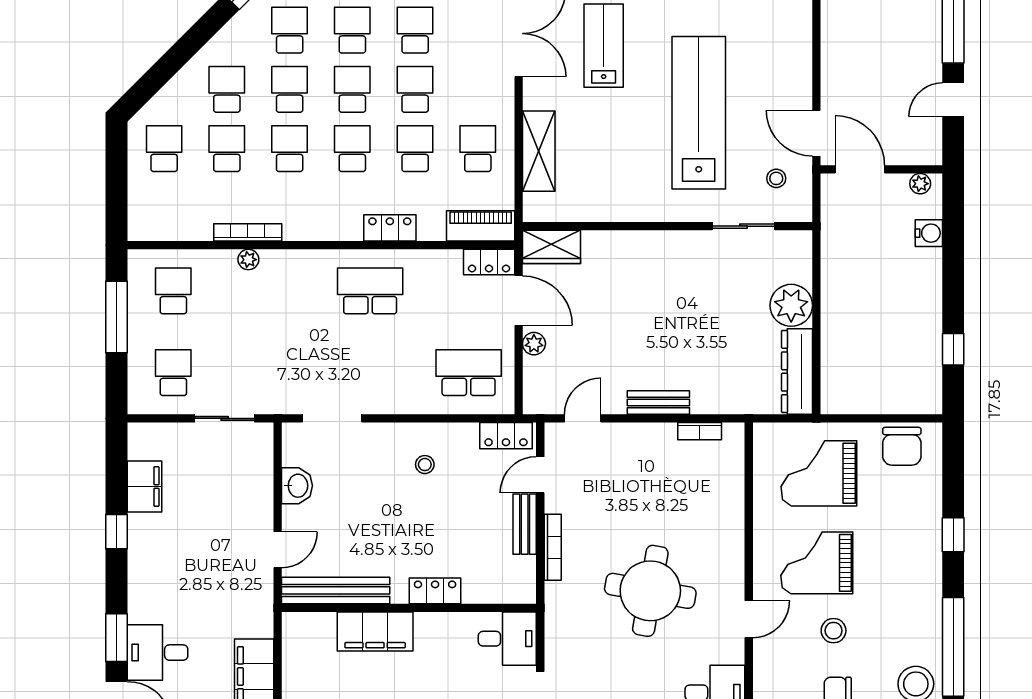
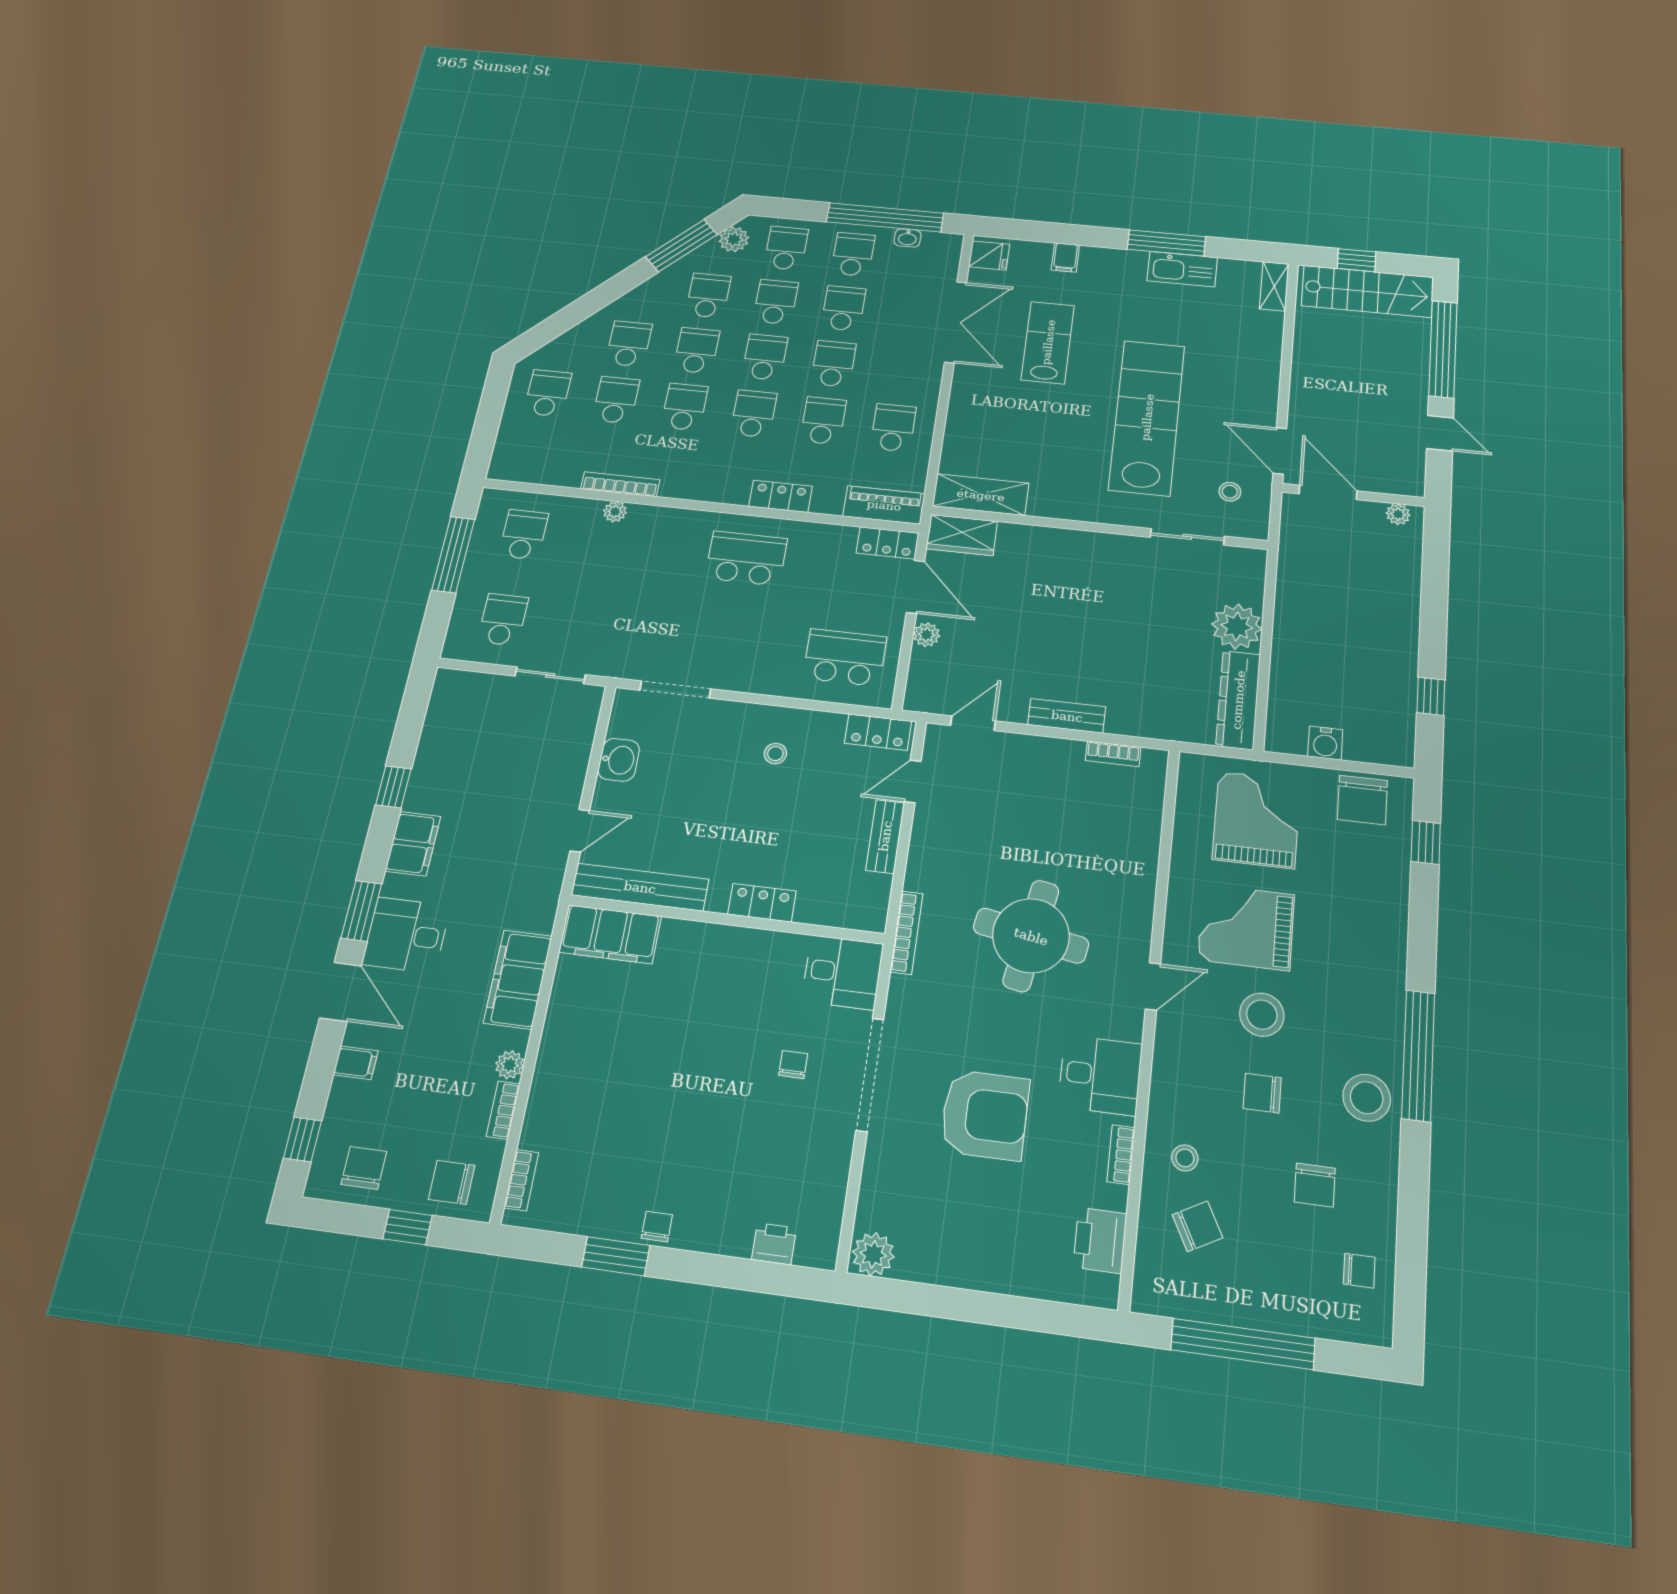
door: (953, 100) -> (1440, 433), swing flipped
shelving: (539, 151) -> (981, 495), moved, turned 90
water cooler: (929, 233) -> (1325, 743), moved, turned 90
grand piano: (819, 473) -> (1256, 820), turned 90
filing cabinet: (144, 487) -> (413, 844), moved
window: (953, 535) -> (1426, 842), moved
bookcase: (553, 547) -> (907, 933), moved
stool: (834, 631) -> (1262, 1015), width x1.38, depth x1.38
filing cabinet: (375, 632) -> (610, 934), moved

